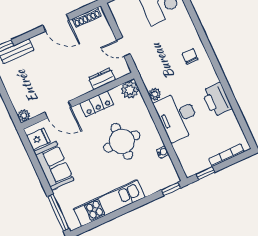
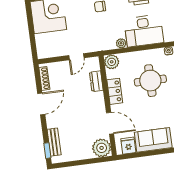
door: (58, 110) -> (110, 123), hinge flipped
plant: (24, 116) -> (102, 148), width x1.88, depth x1.88

